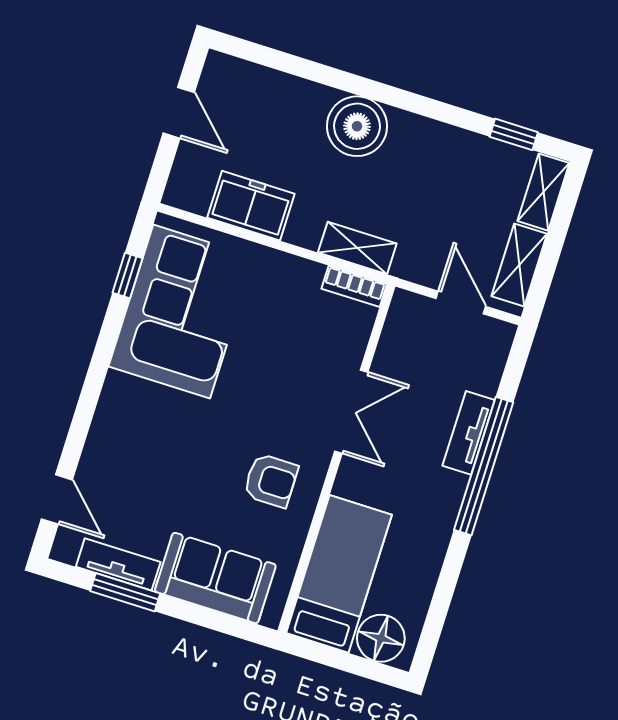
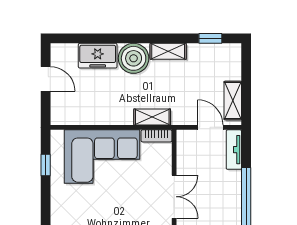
shelving: (543, 192) -> (168, 51), moved, turned 90
freezer: (251, 206) -> (98, 56), moved, turned 180
corner sofa: (182, 312) -> (102, 157), moved, turned 90
tv unit: (469, 433) -> (234, 150), moved

